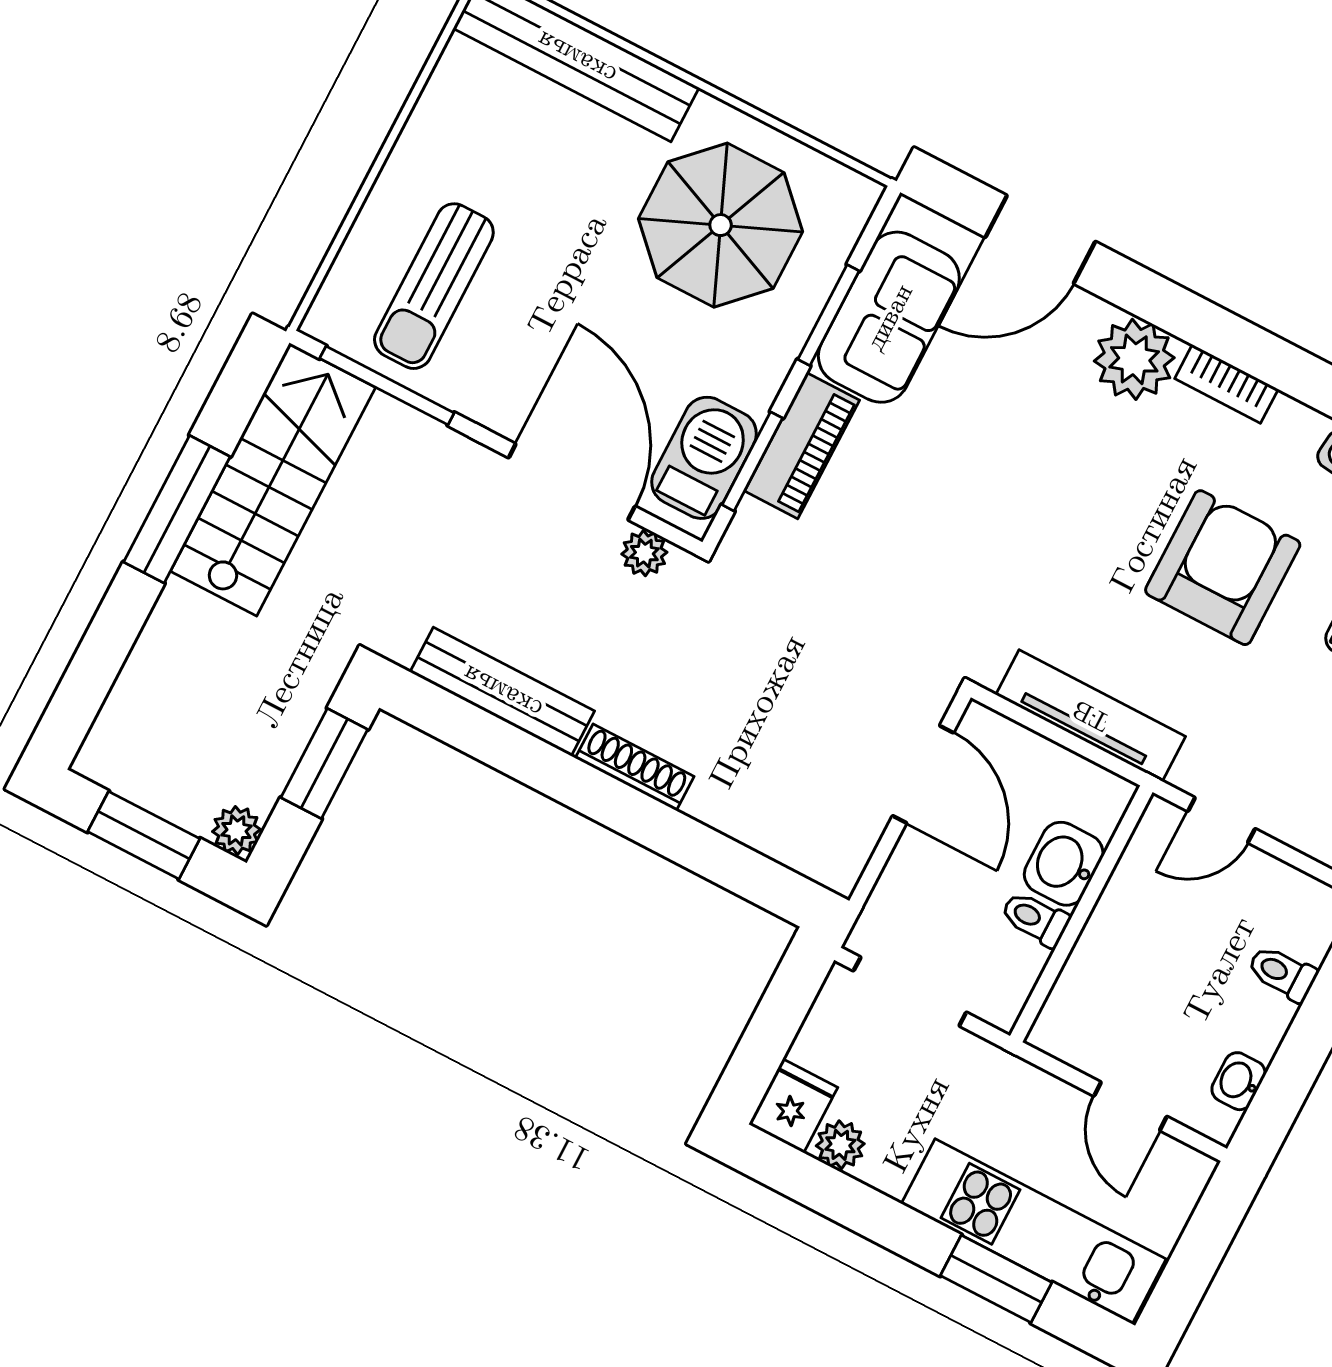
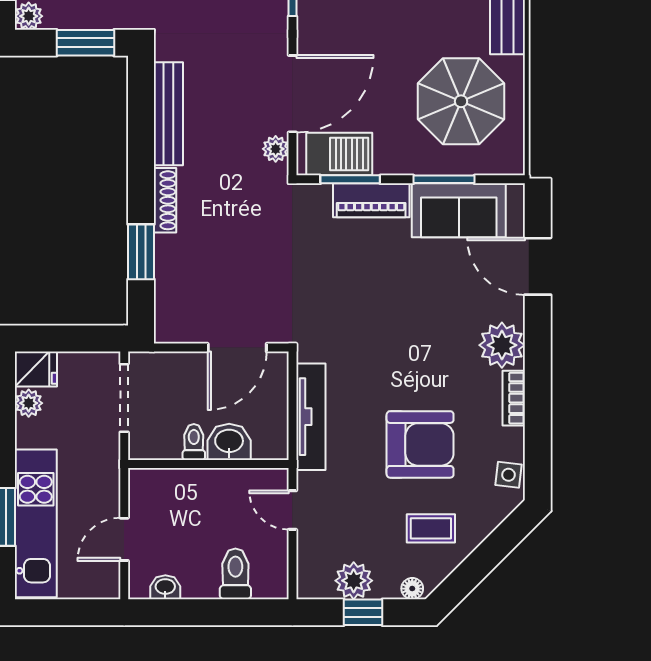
window: (696, 847) -> (141, 252), added
toilet: (1282, 973) -> (235, 574), width x1.37, depth x1.39

